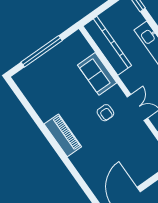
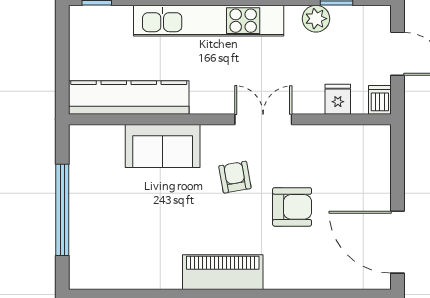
armchair: (105, 113) -> (235, 177), turned -100
armchair: (110, 145) -> (292, 207), added

